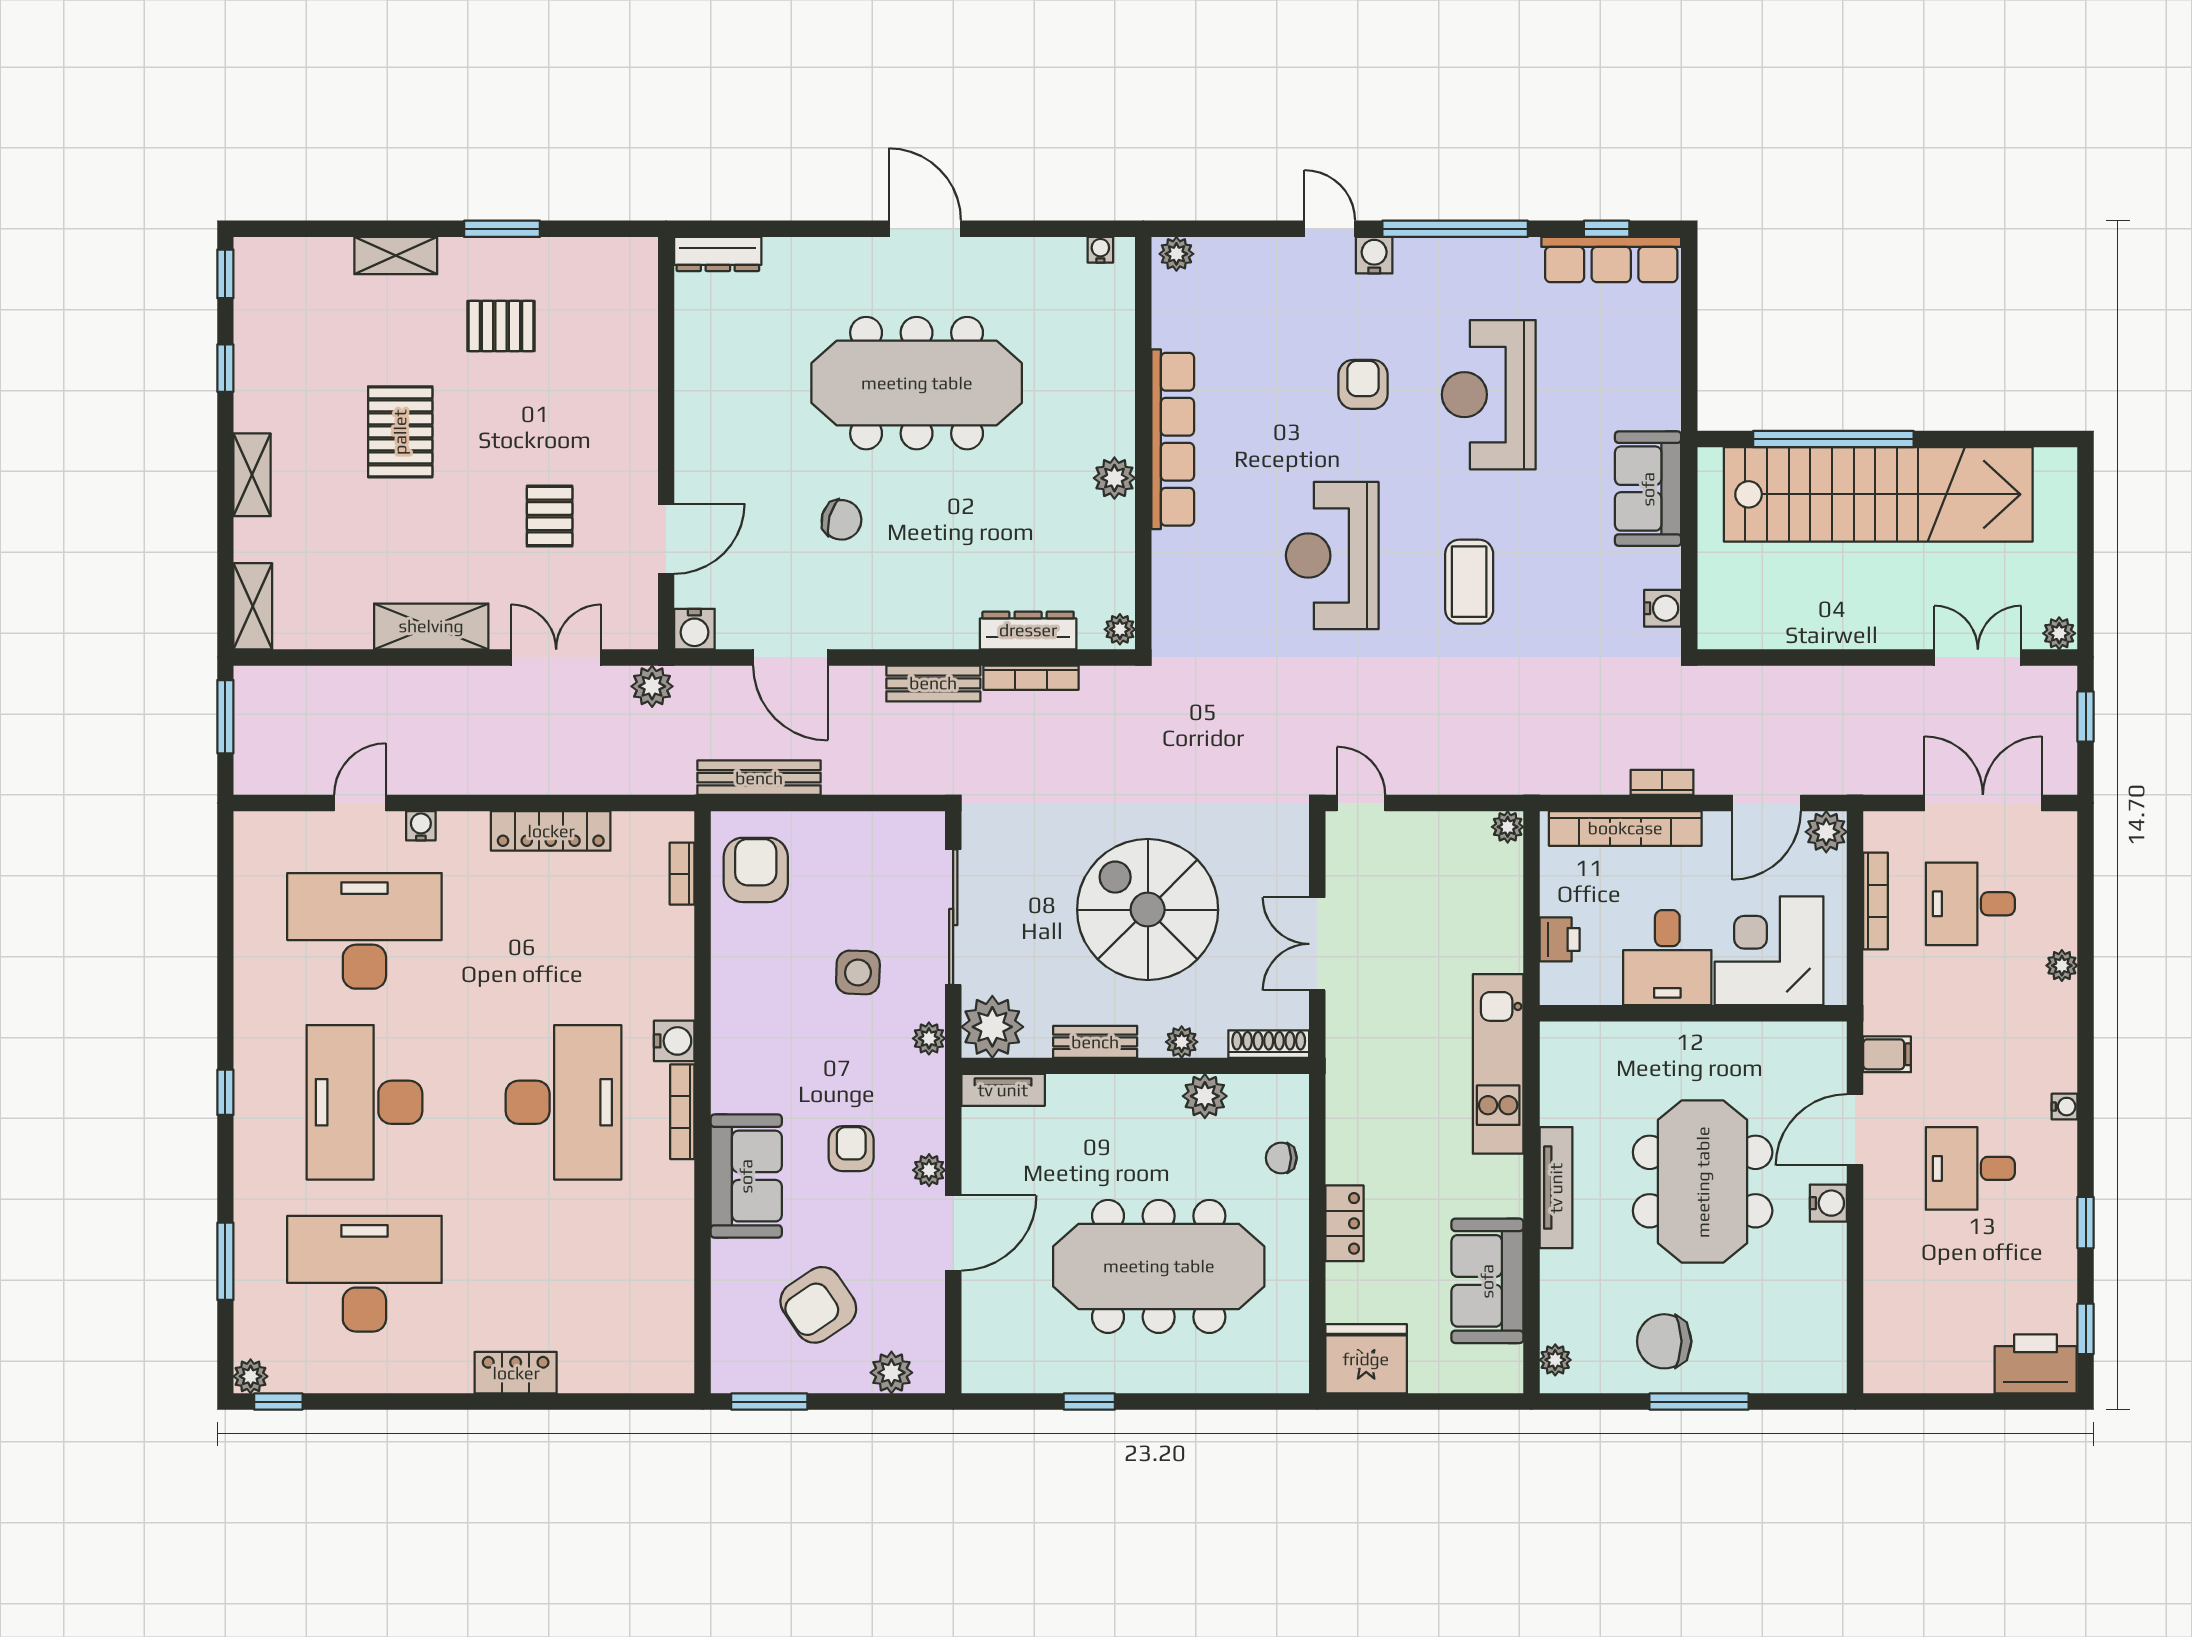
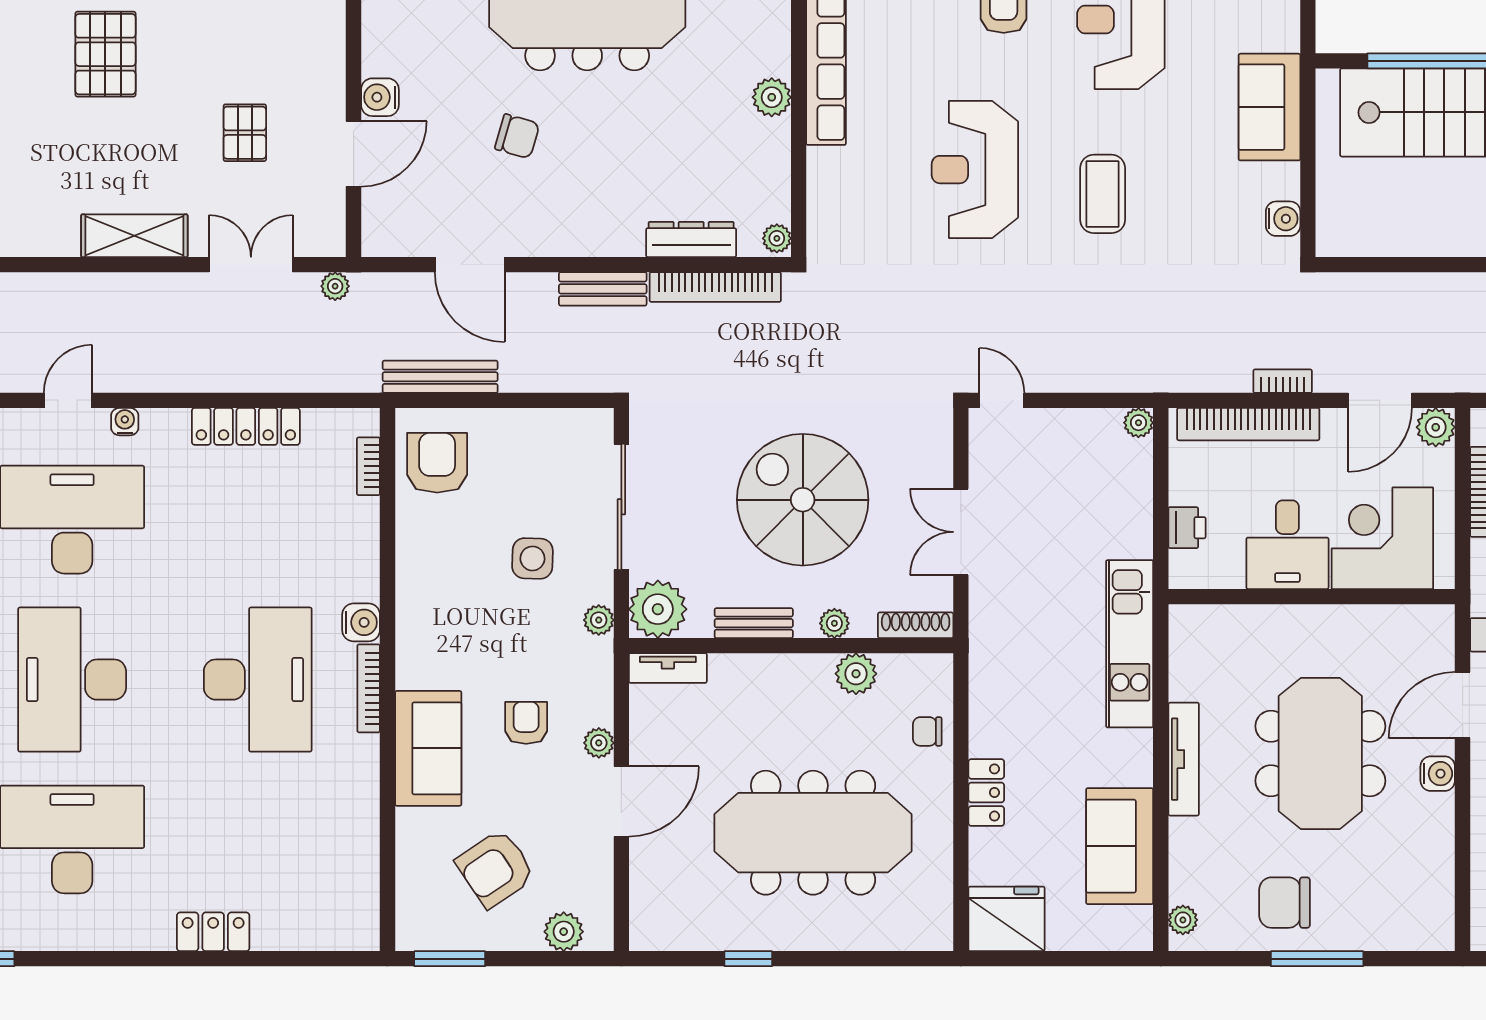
water cooler: (694, 629) -> (380, 97), moved, turned 90
bookcase: (1031, 678) -> (715, 287), width x1.48, depth x1.31
plant: (652, 686) -> (335, 286), width x0.73, depth x0.73

